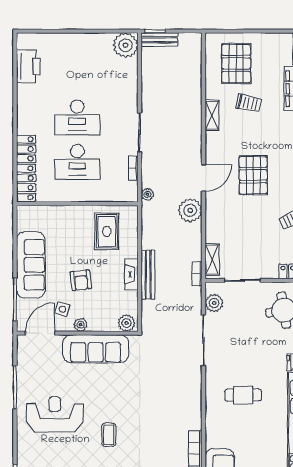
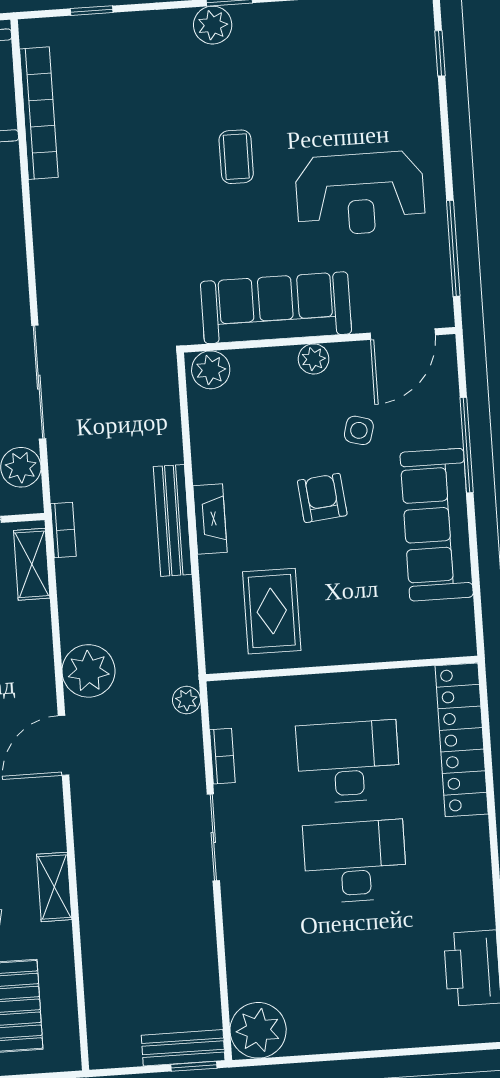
plant: (127, 323) -> (211, 370), moved
plant: (80, 325) -> (314, 359), moved
door: (40, 333) -> (403, 334), moved
wall: (77, 333) -> (319, 340), moved
sofa: (96, 349) -> (276, 308), moved

